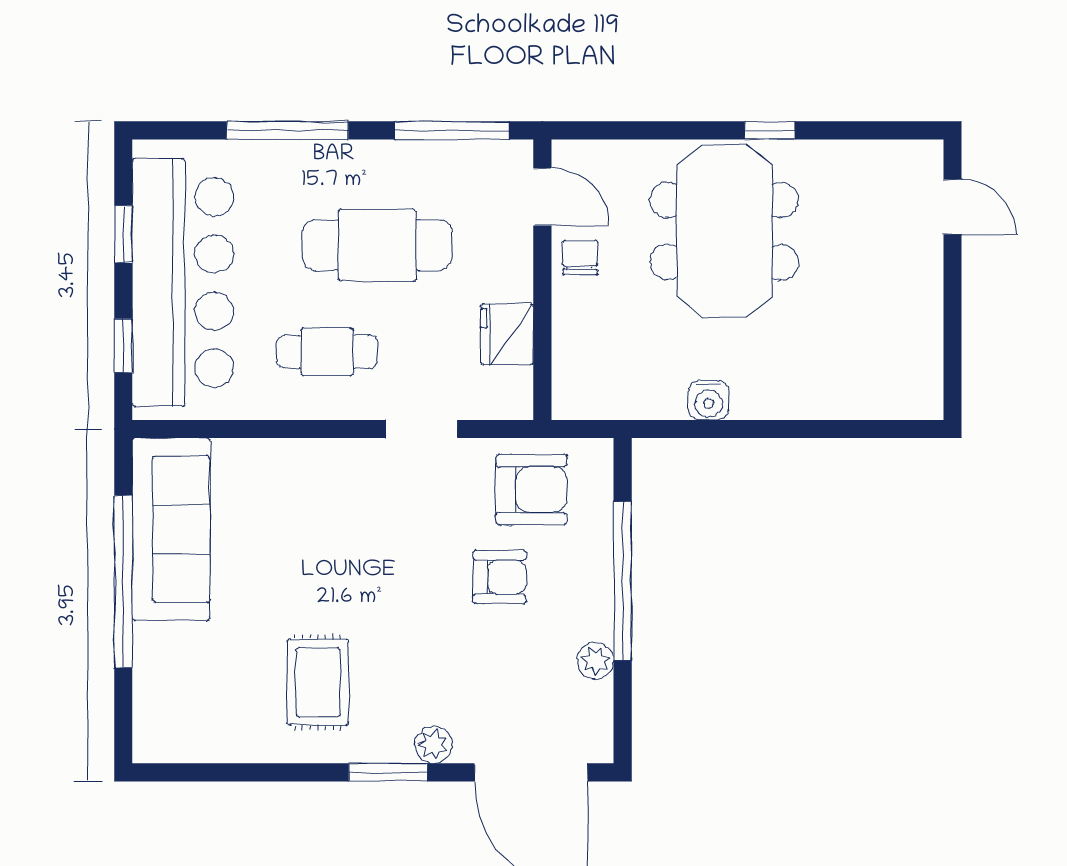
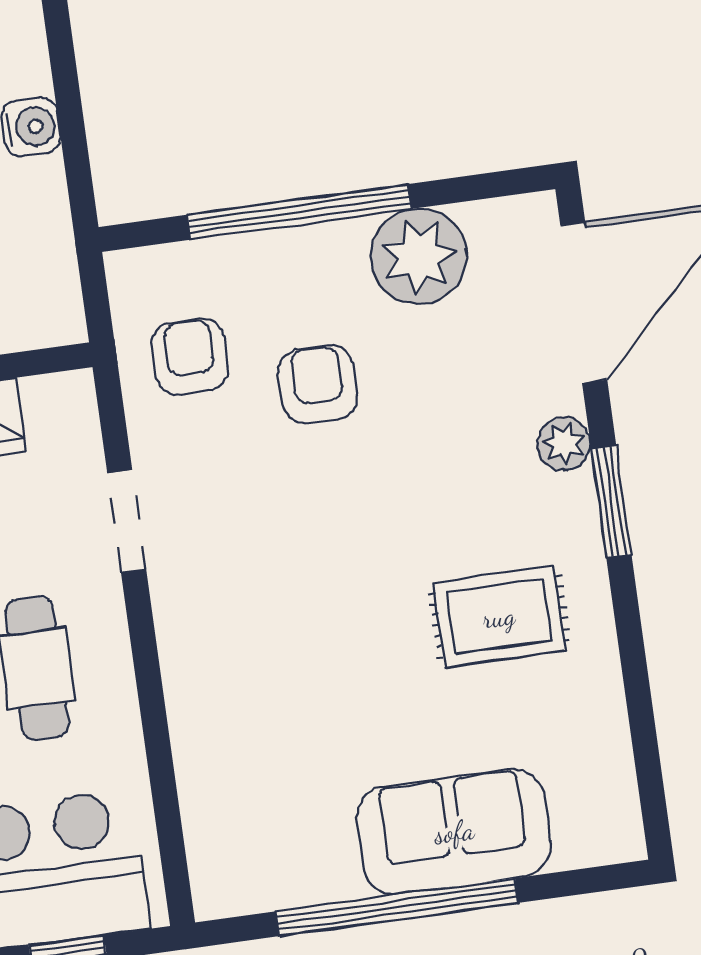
armchair: (531, 490) -> (190, 356), width x0.72, depth x0.72
sofa: (171, 529) -> (454, 832), moved, width x0.73
plant: (596, 661) -> (419, 256), width x1.87, depth x1.87

